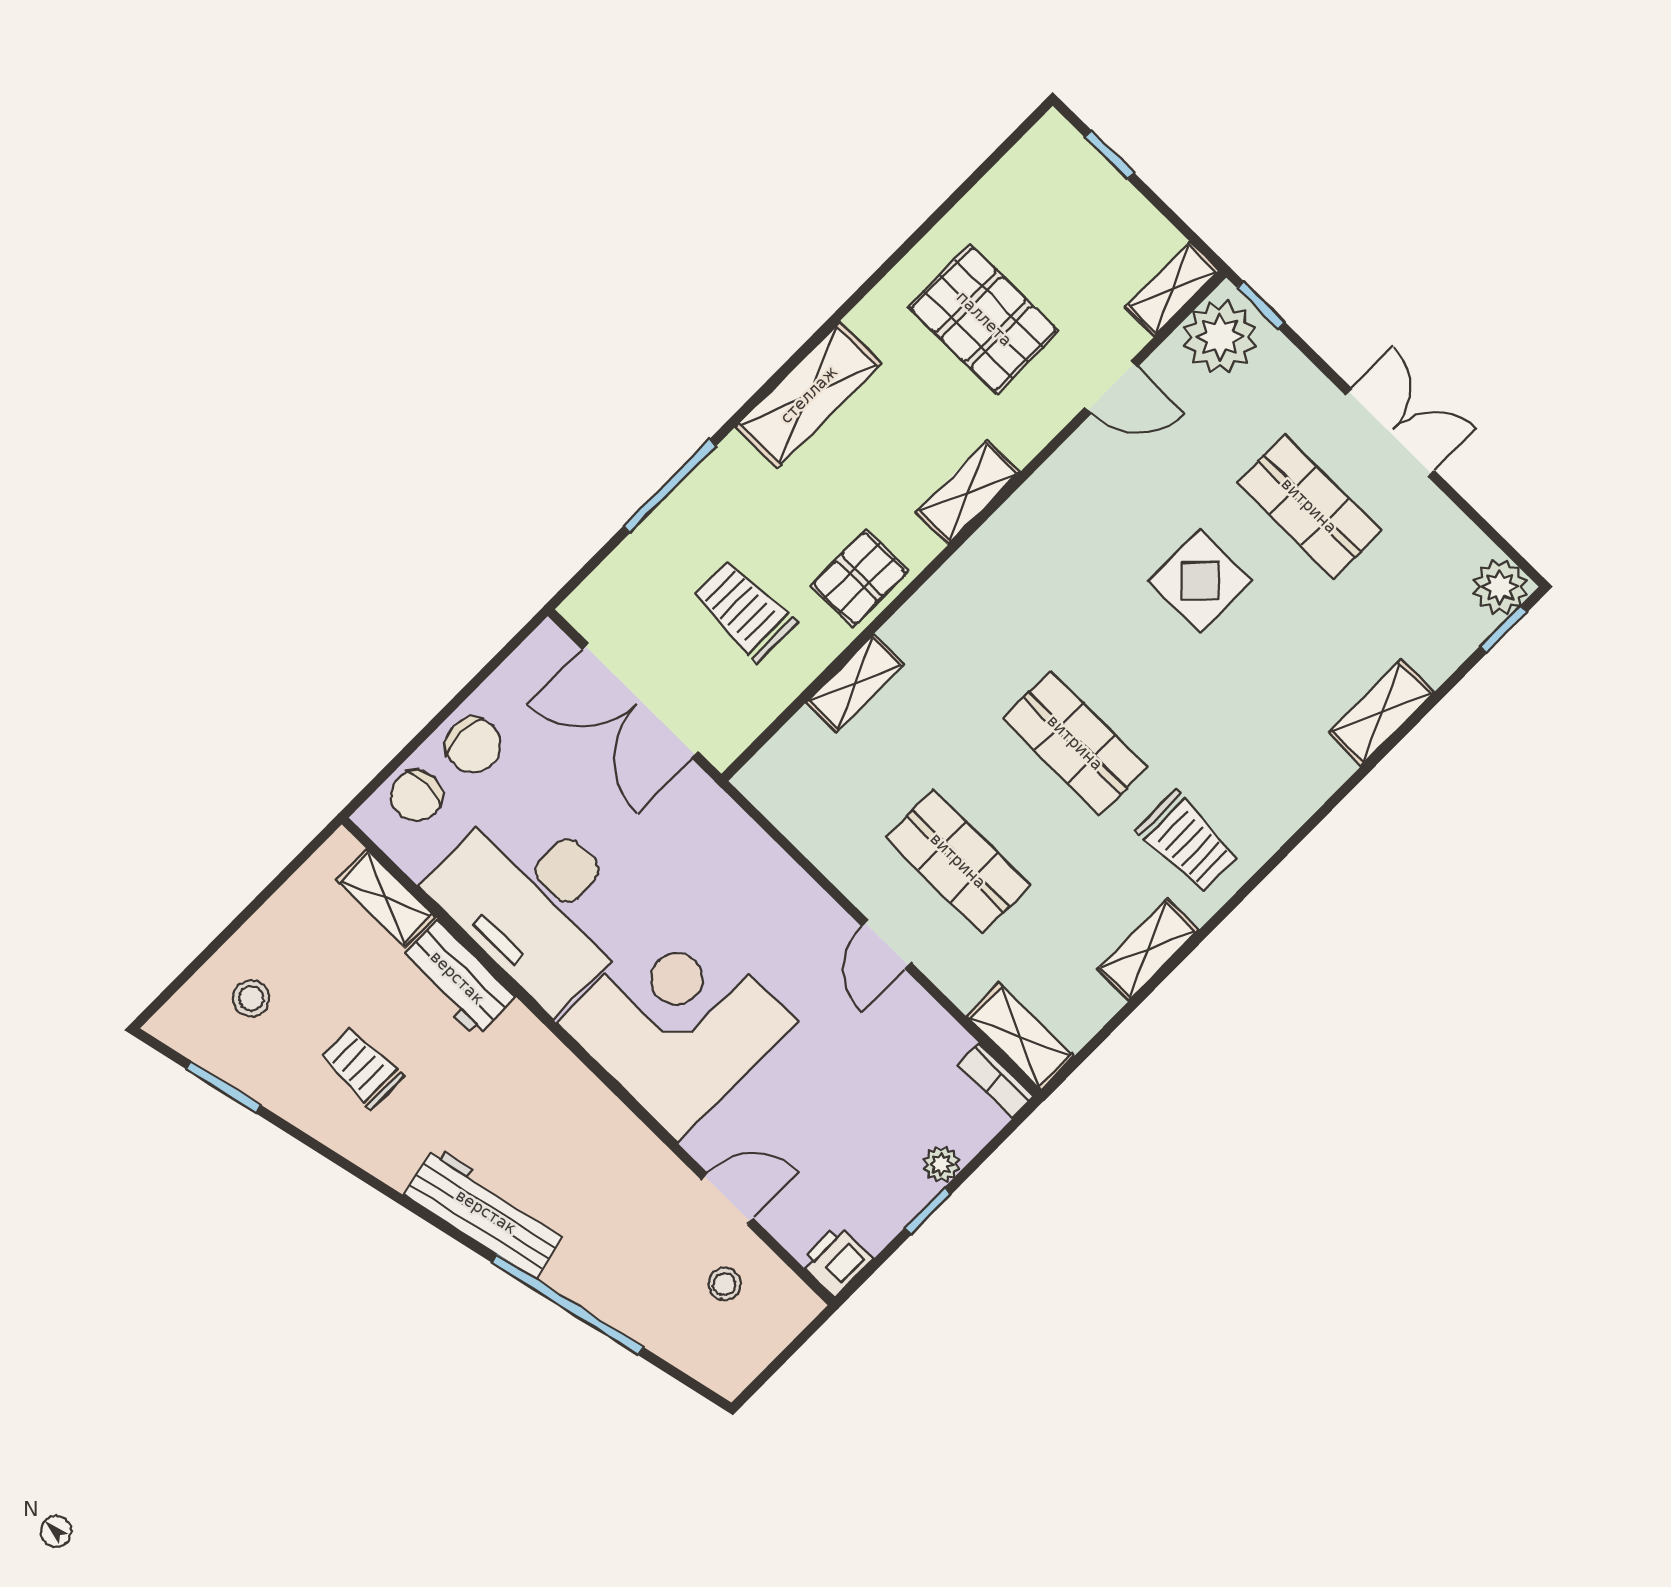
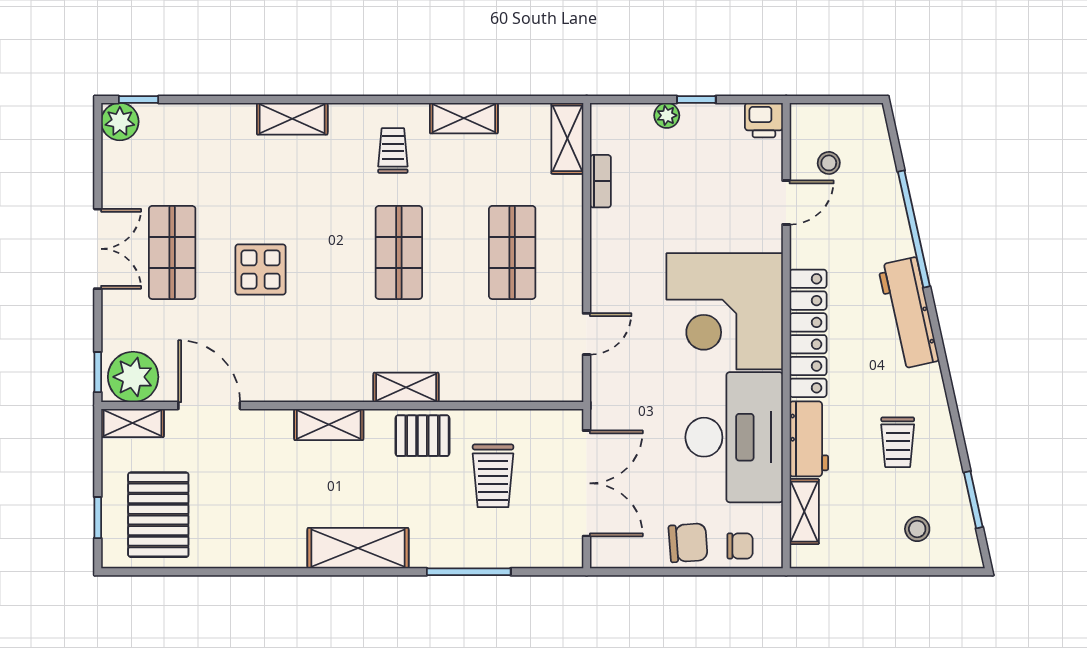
pallet: (984, 319) -> (158, 515), moved
door: (1111, 387) -> (209, 405), width x1.38
double door: (1390, 432) -> (98, 249), swing flipped
shelving: (855, 683) -> (406, 387), moved
shelving: (1381, 713) -> (292, 119), moved
chair: (473, 745) -> (688, 543), turned 86
chair: (416, 796) -> (740, 546), width x0.73, depth x0.73
trolley: (1188, 842) -> (393, 151), width x0.73, depth x0.72
door: (886, 944) -> (587, 334), moved
bookcase: (996, 1081) -> (600, 181), moved
locker: (568, 1086) -> (808, 333), added
door: (727, 1199) -> (786, 202), swing flipped

